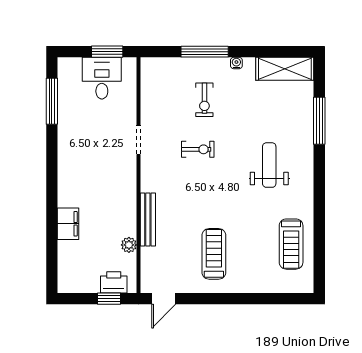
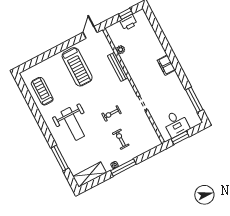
window: (205, 52) -> (123, 167), moved
weight bench: (269, 165) -> (73, 124), width x1.36, depth x1.33
filing cabinet: (68, 224) -> (166, 65), moved
treadmill: (214, 254) -> (77, 67), width x1.37, depth x1.38
printer: (114, 282) -> (129, 22), moved
window: (109, 299) -> (126, 14), moved

